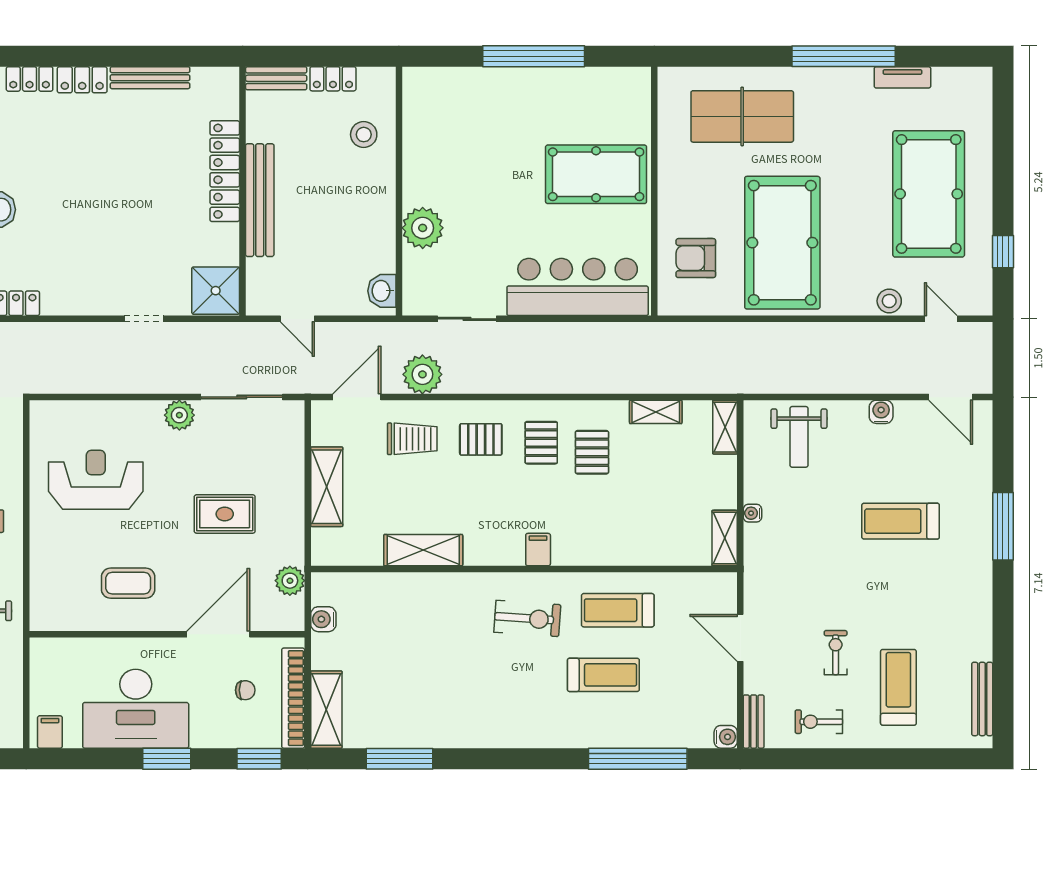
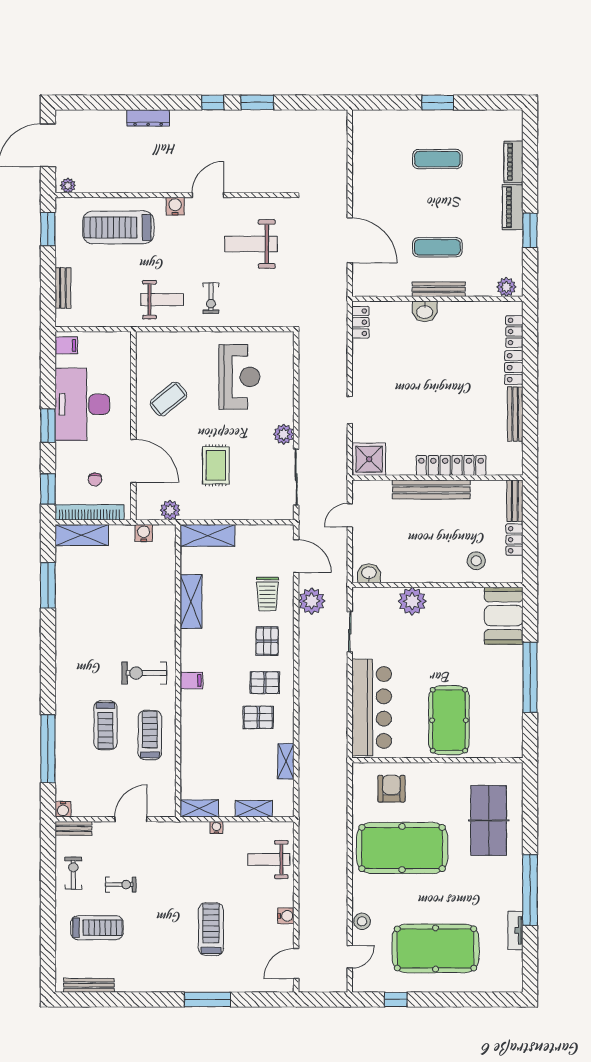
booth: (444, 95) -> (504, 616), added
shelving: (725, 427) -> (254, 809), moved
shelving: (327, 487) -> (208, 535), moved
coffee table: (128, 583) -> (168, 399), turned 51
exercise bike: (527, 618) -> (144, 673), turned 86

